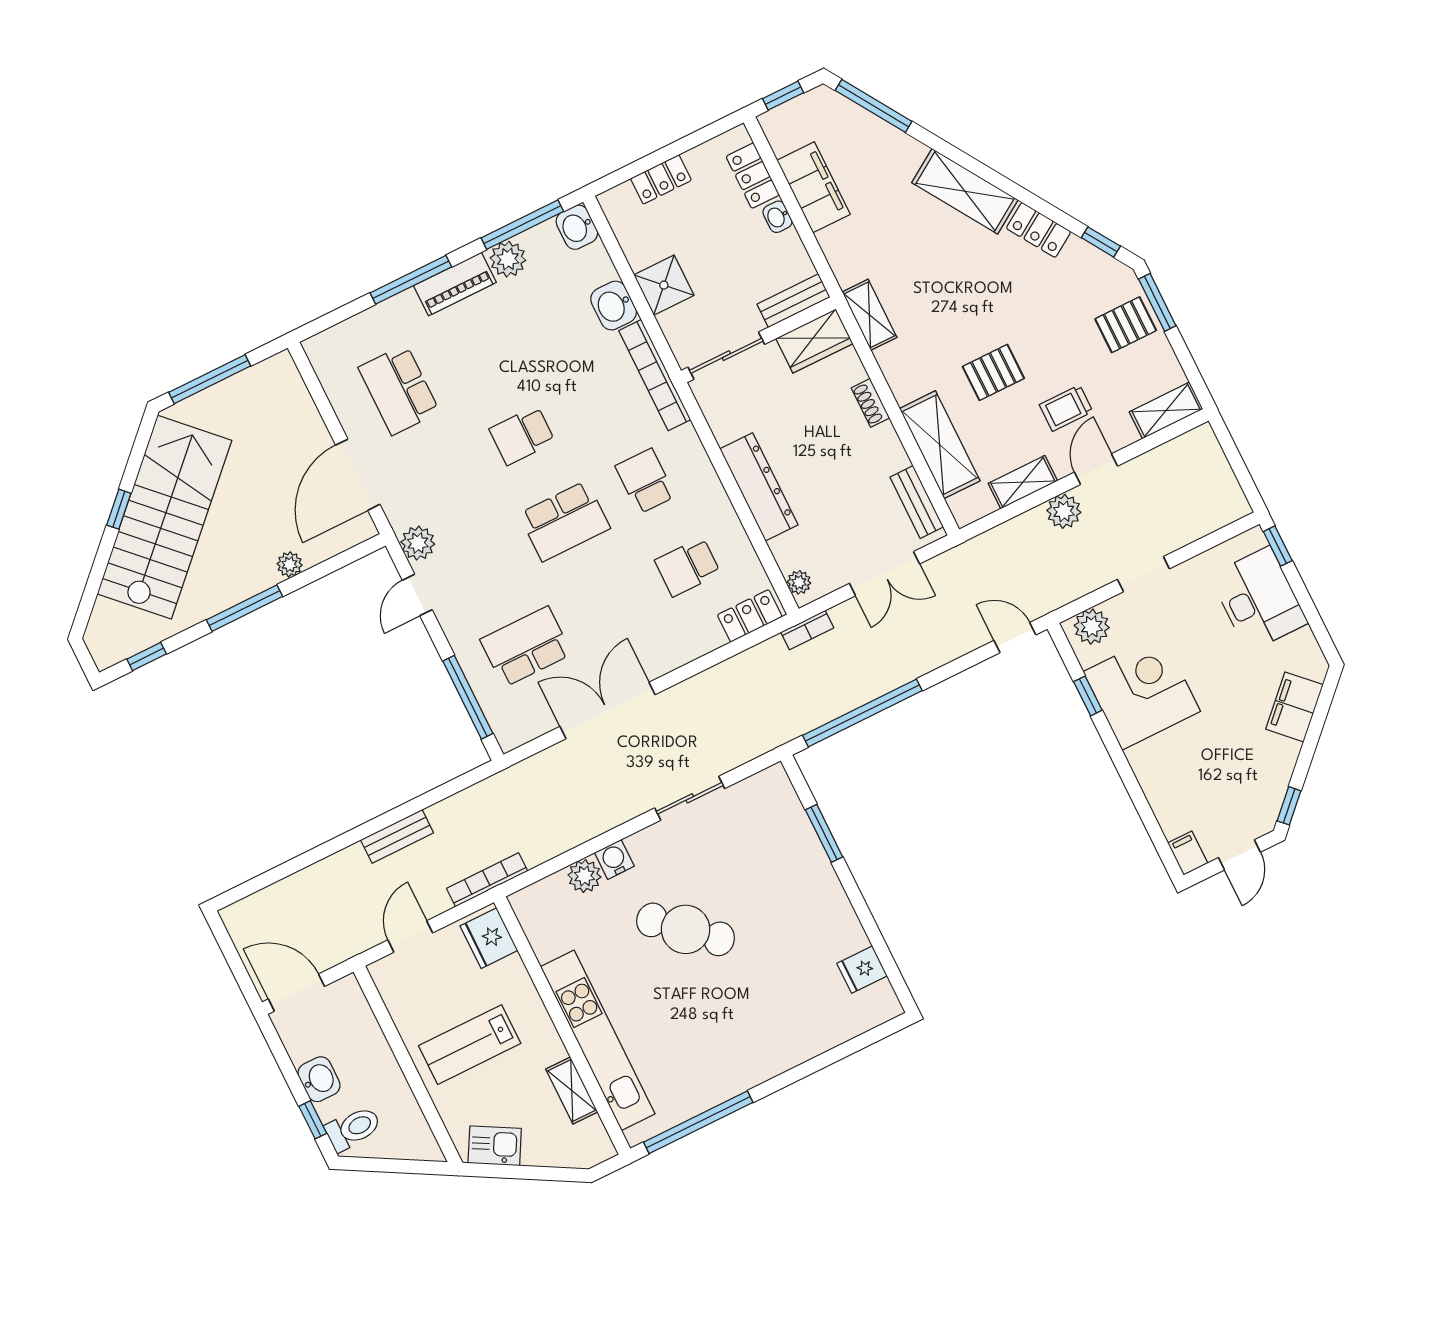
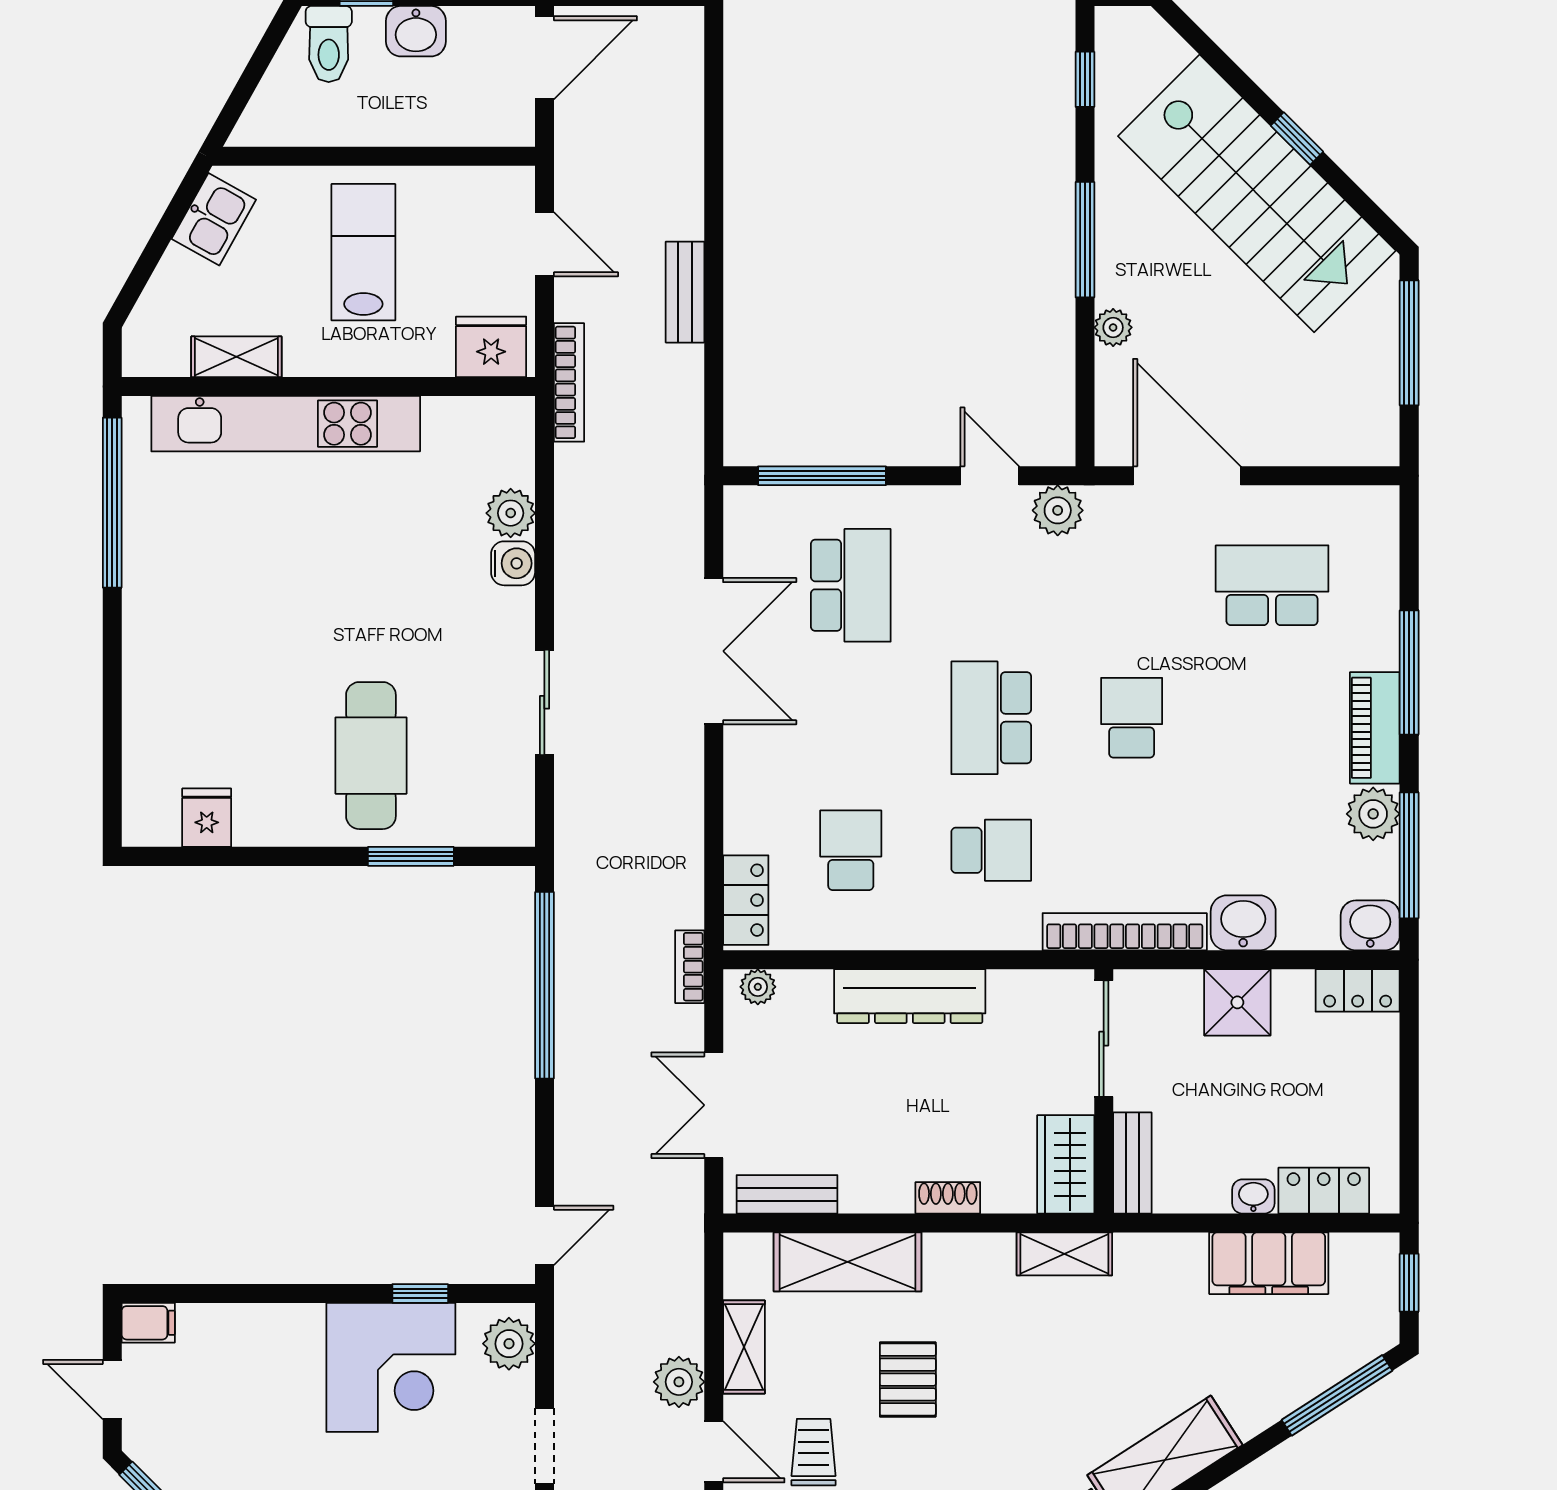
locker: (661, 179) -> (1358, 990), moved, turned -90
cafe table: (686, 929) -> (371, 756), moved, turned -42

